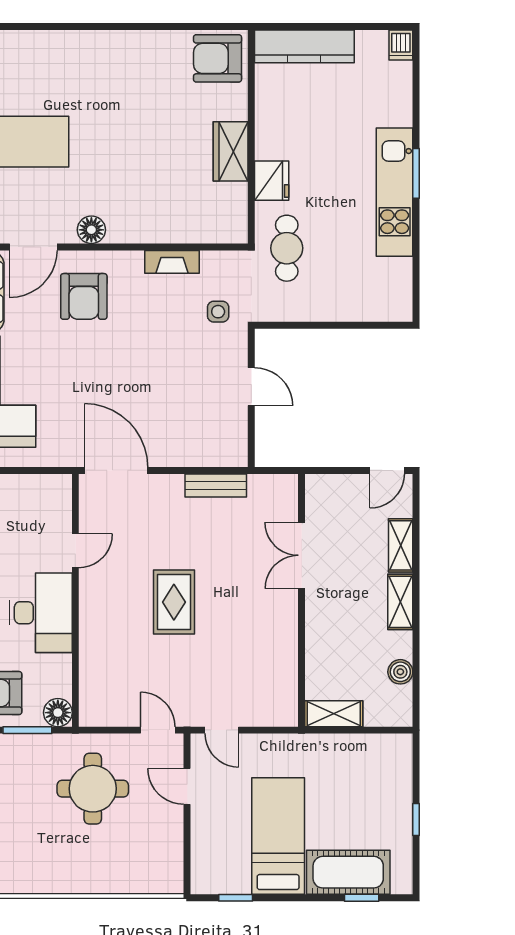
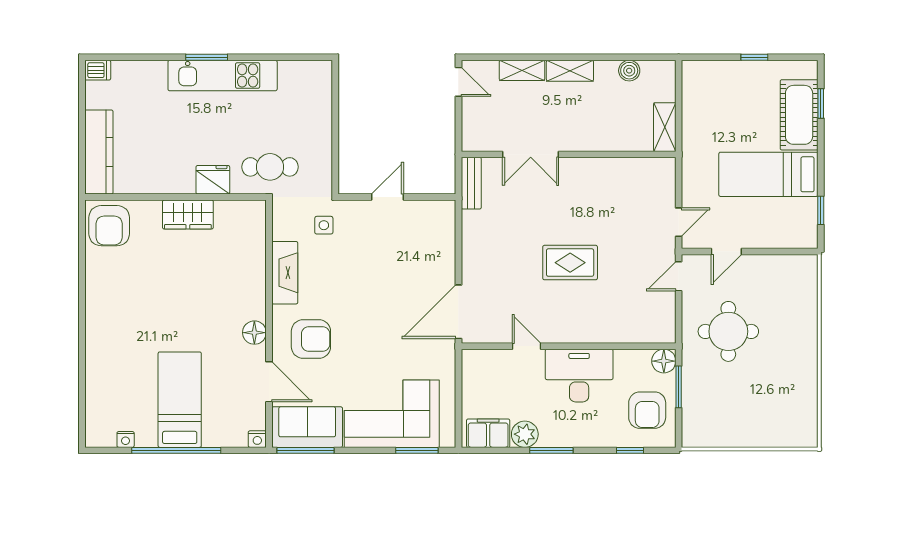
fireplace: (172, 262) -> (285, 273), width x1.37, depth x1.32
bench: (216, 485) -> (471, 183), moved

